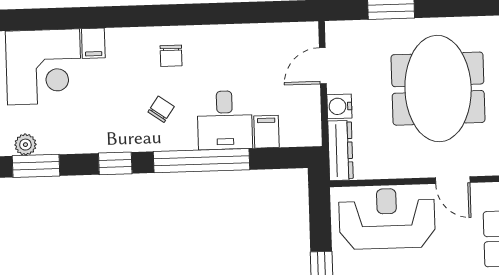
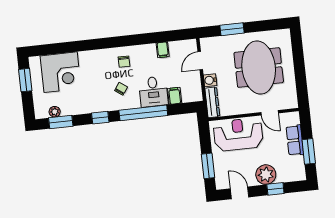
filing cabinet: (93, 43) -> (163, 50), moved

